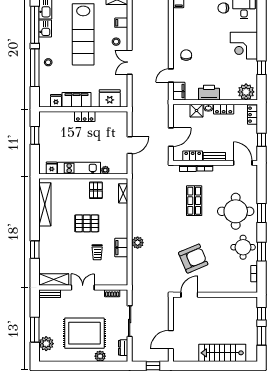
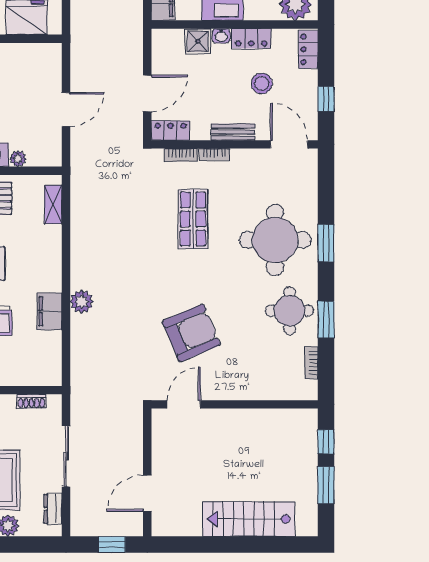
stool: (229, 132) -> (262, 83), added
locker: (193, 156) -> (171, 131), moved

